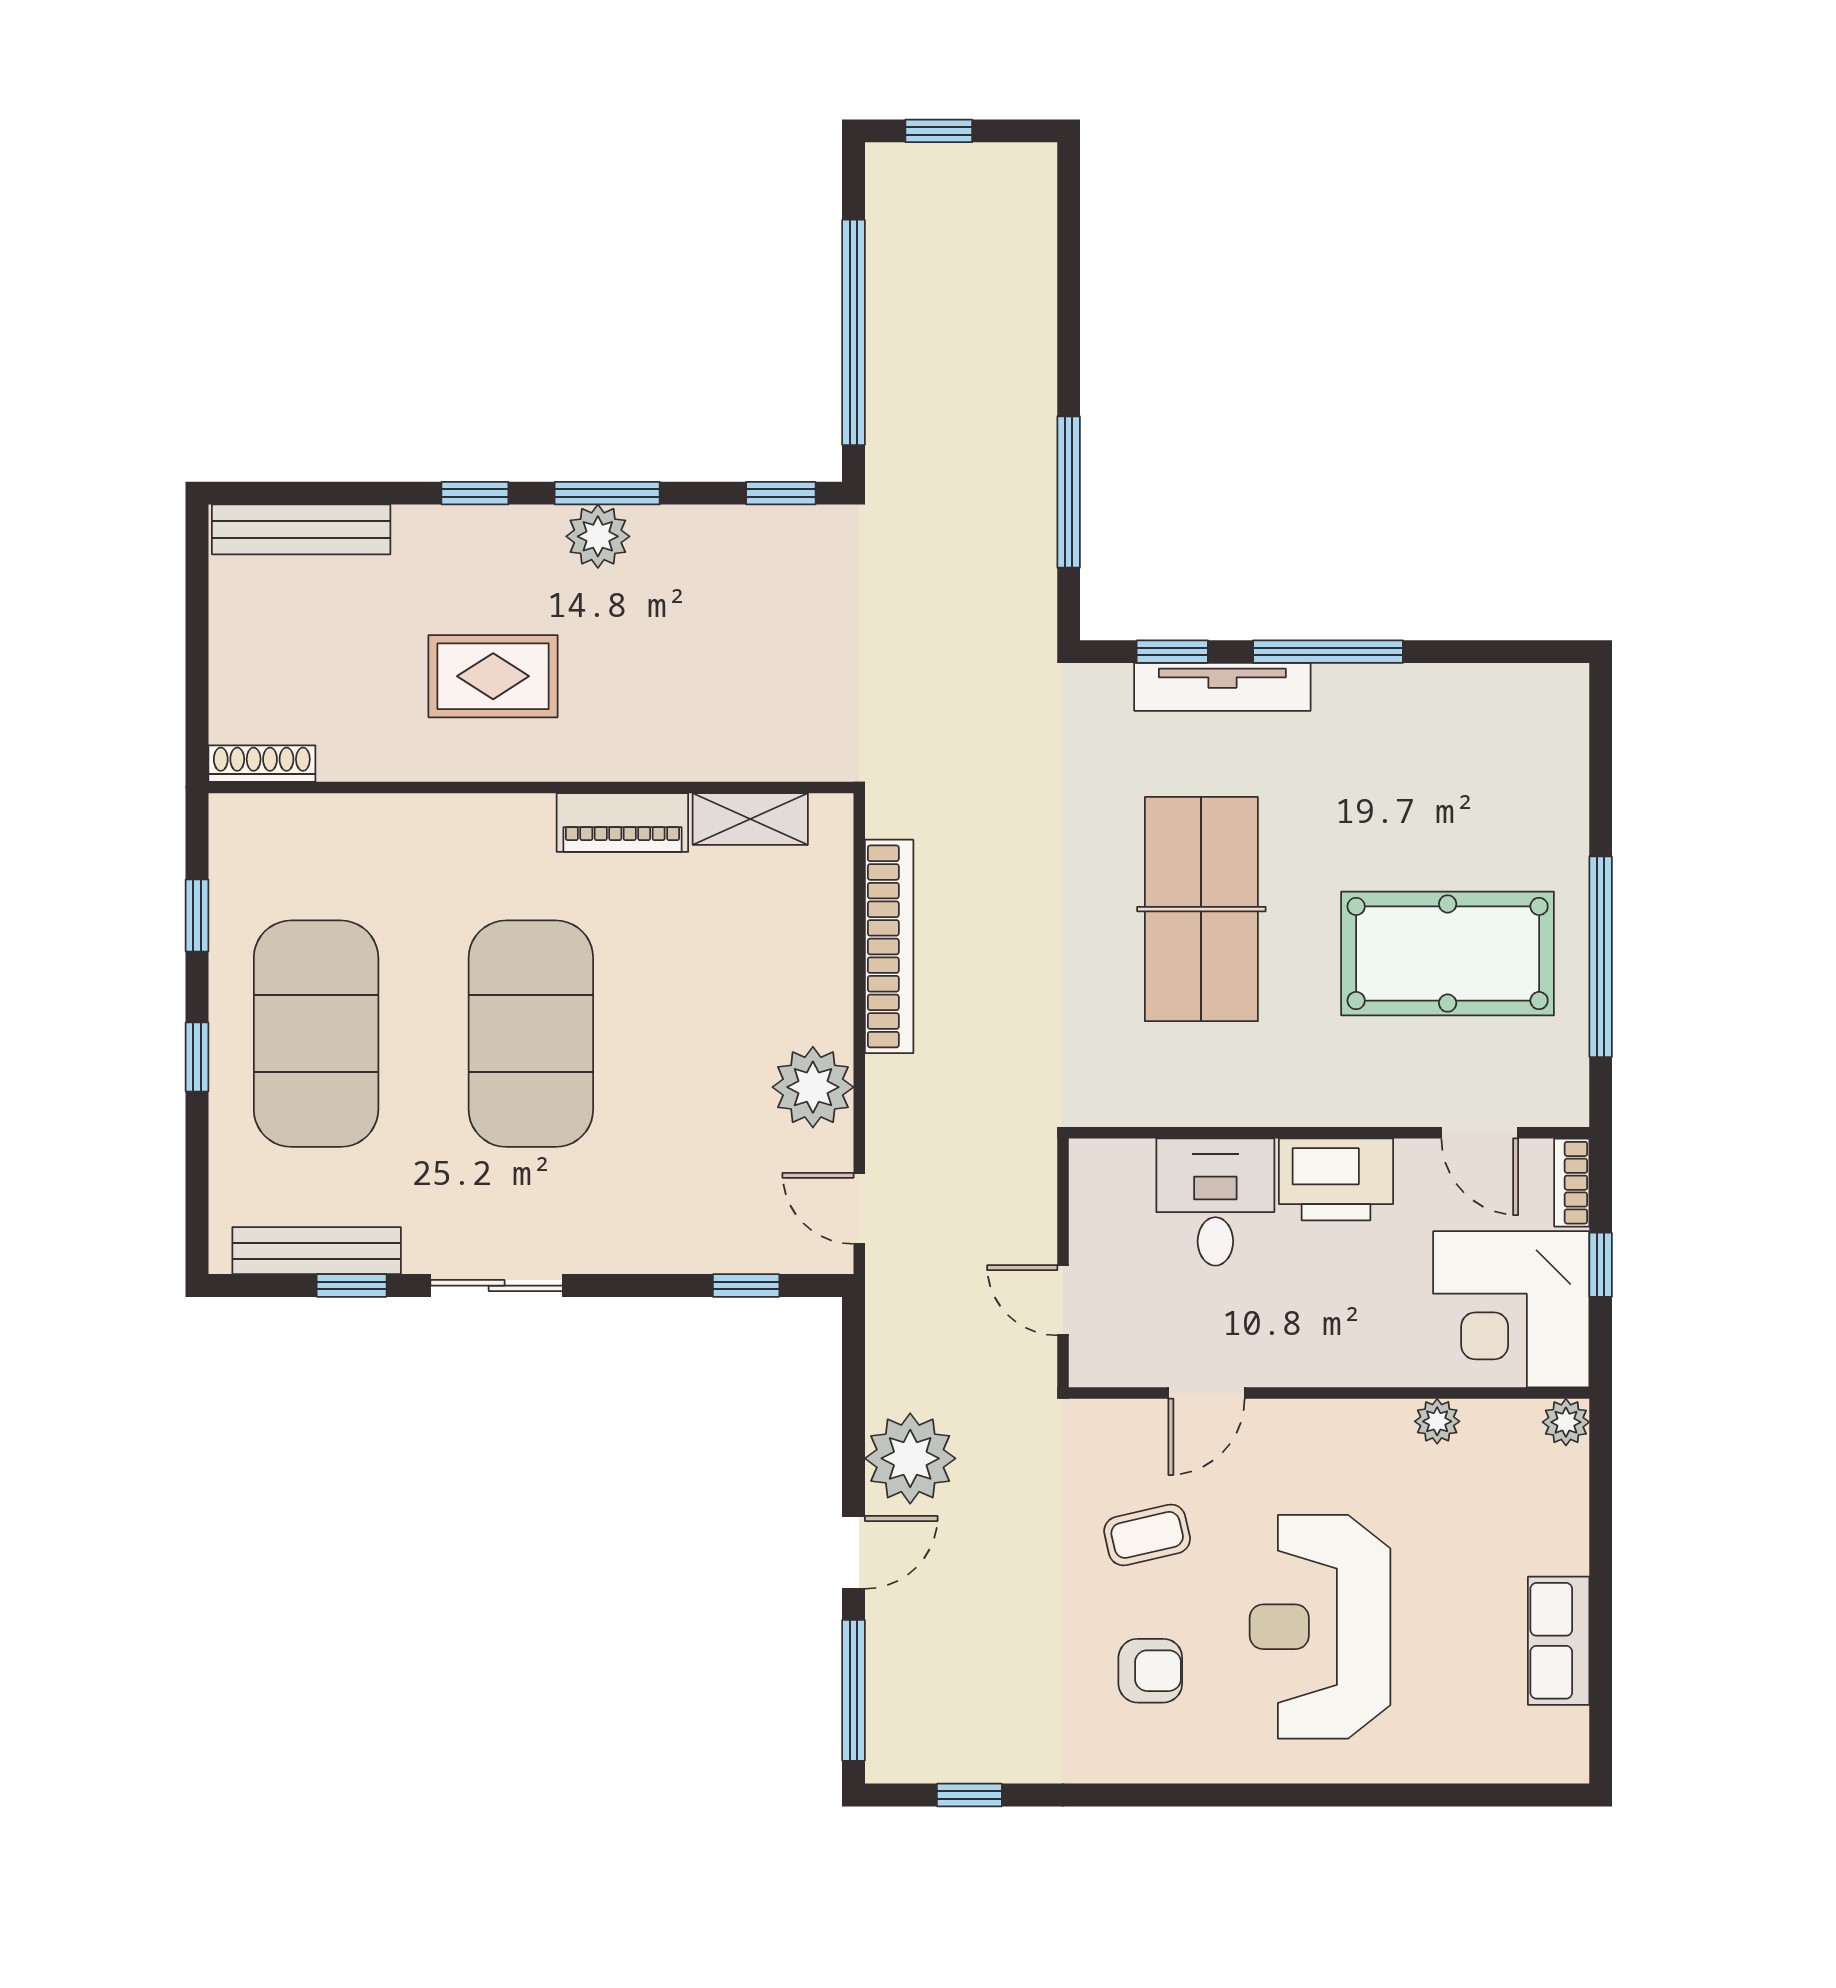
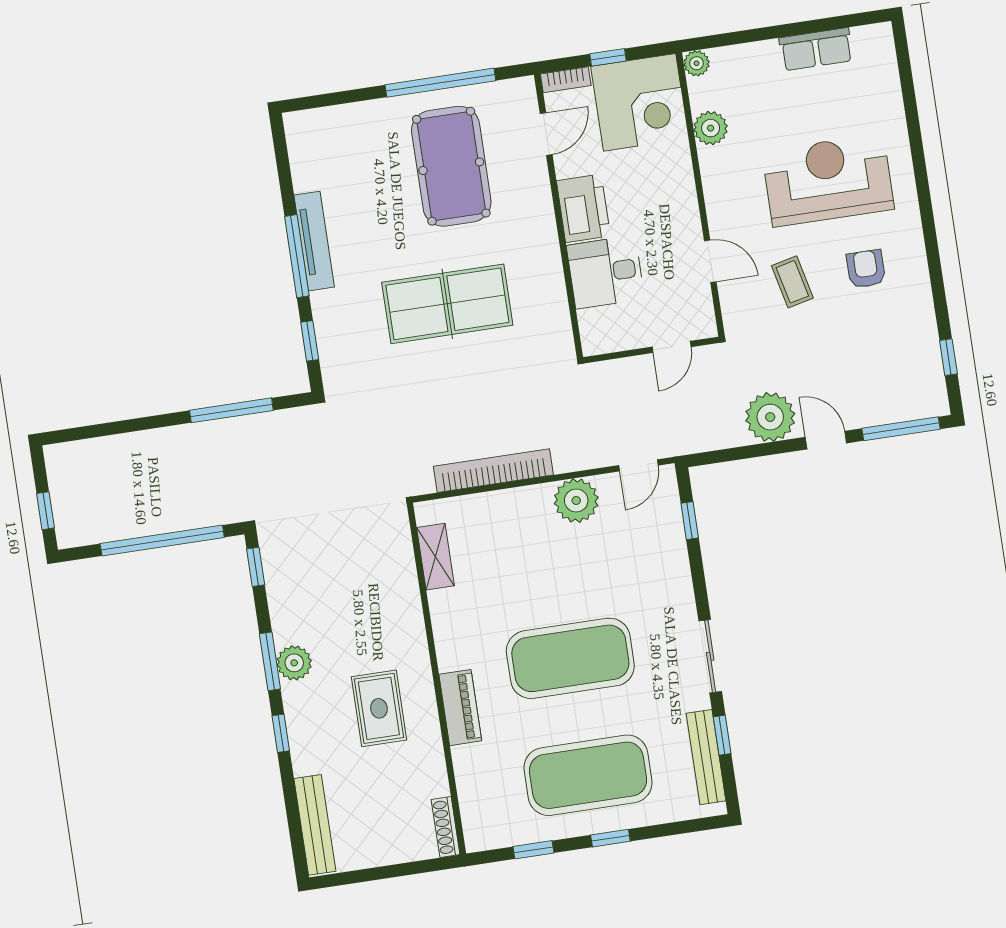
tv unit: (1222, 687) -> (314, 241), moved
piano: (622, 823) -> (460, 708), moved
plant: (1437, 1421) -> (711, 128), width x1.38, depth x1.38
reception desk: (1320, 1627) -> (828, 180), turned 180

